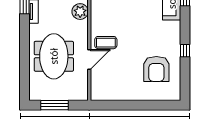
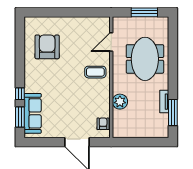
window: (185, 51) -> (20, 94), moved
door: (89, 59) -> (111, 42), moved

